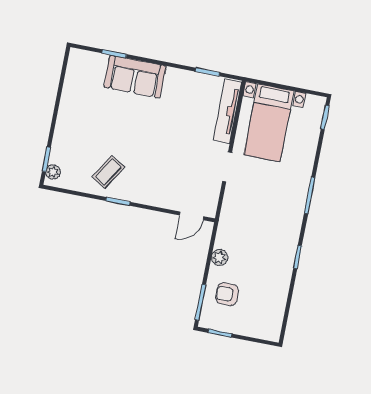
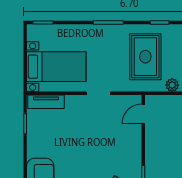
tv unit: (227, 111) -> (46, 102), width x0.71
door: (192, 216) -> (143, 114), swing flipped
rug: (260, 232) -> (145, 57), added

